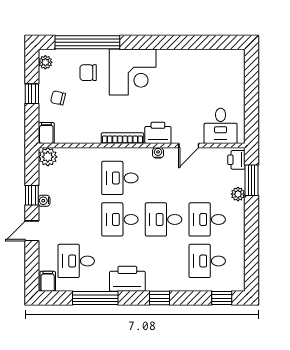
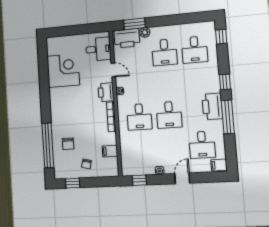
plant: (45, 62) -> (63, 174), removed
corner desk: (133, 72) -> (63, 71), moved
window: (32, 94) -> (73, 183), moved
filing cabinet: (46, 133) -> (110, 151), moved
plant: (48, 157) -> (128, 169), removed
printer: (236, 160) -> (127, 38), width x1.87, depth x1.48
window: (32, 195) -> (139, 180), moved
desk: (164, 219) -> (167, 83), removed
door: (32, 231) -> (182, 178), swing flipped
window: (95, 298) -> (228, 117), moved

